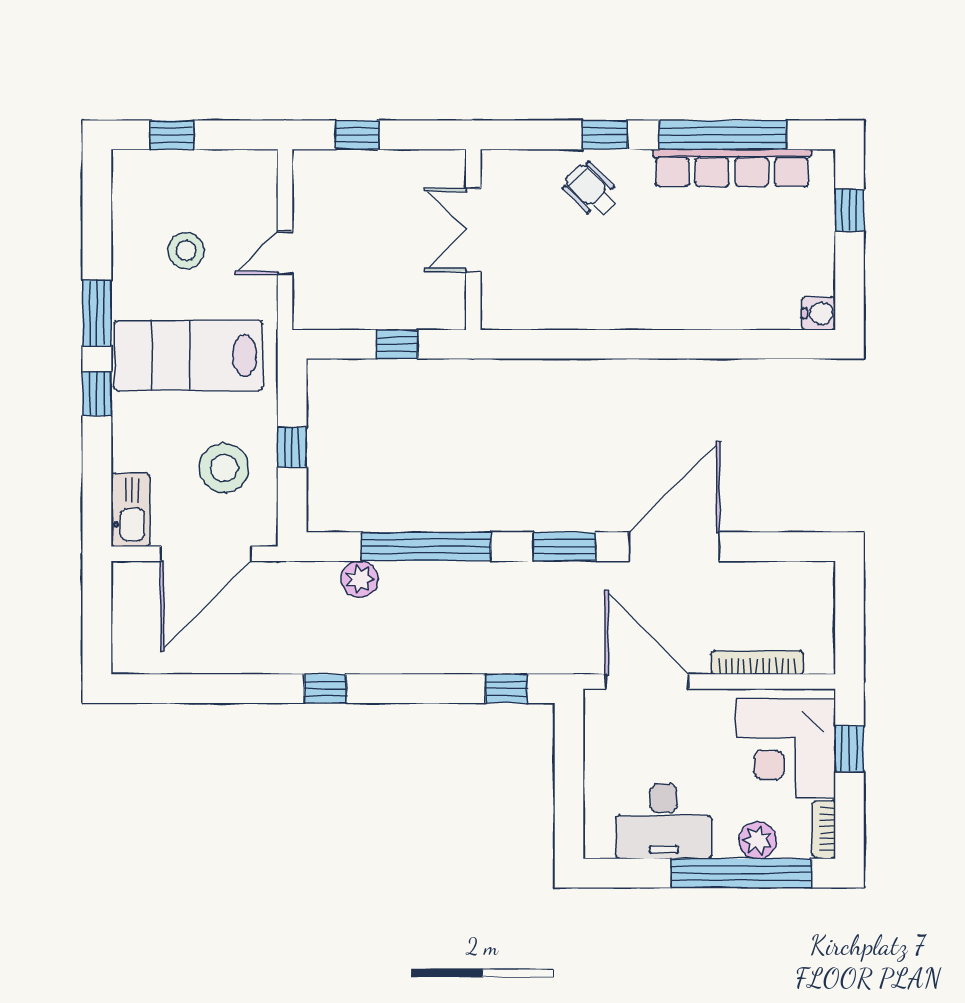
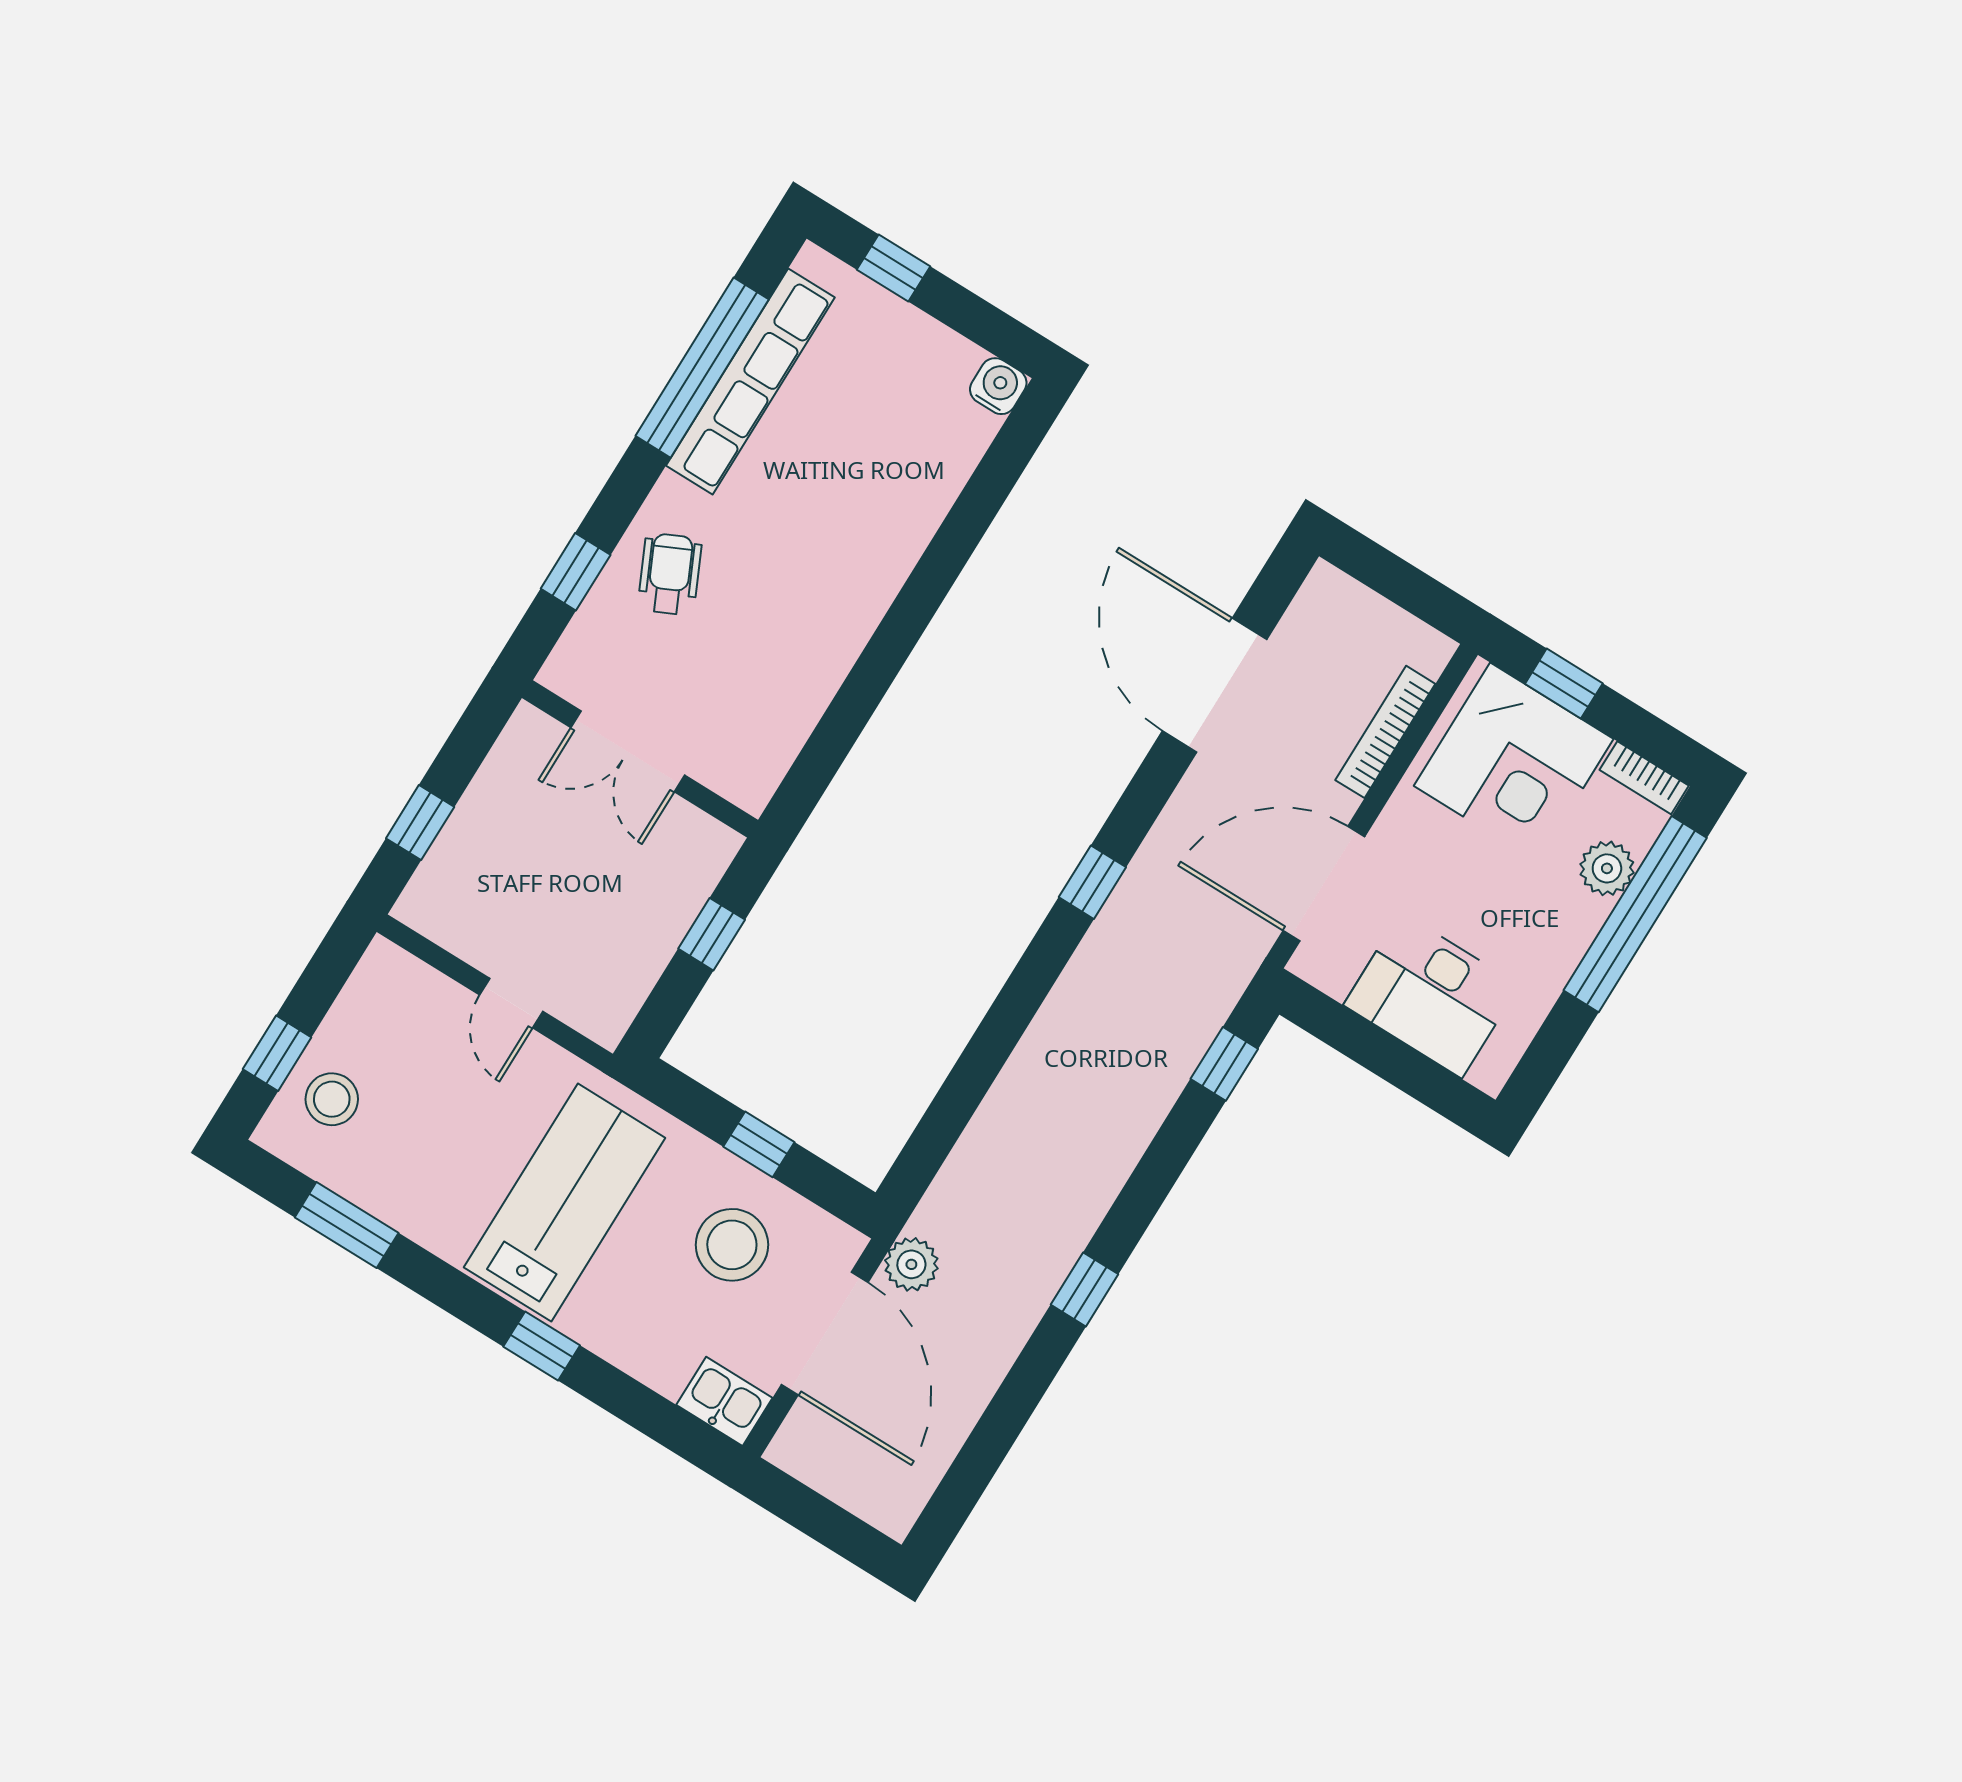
window: (605, 135) -> (576, 572), moved
wheelchair: (591, 190) -> (670, 574), turned 110
stool: (186, 251) -> (332, 1099), moved
window: (97, 313) -> (347, 1225), moved
lab bench: (188, 356) -> (565, 1203), turned 180
kitchen sink: (131, 510) -> (724, 1401), width x0.73
window: (426, 547) -> (986, 1054), removed
window: (564, 547) -> (1092, 882), width x0.67
door: (674, 547) -> (1215, 685), moved
plant: (360, 579) -> (911, 1264), moved
desk: (664, 821) -> (1431, 995), moved, turned 90

